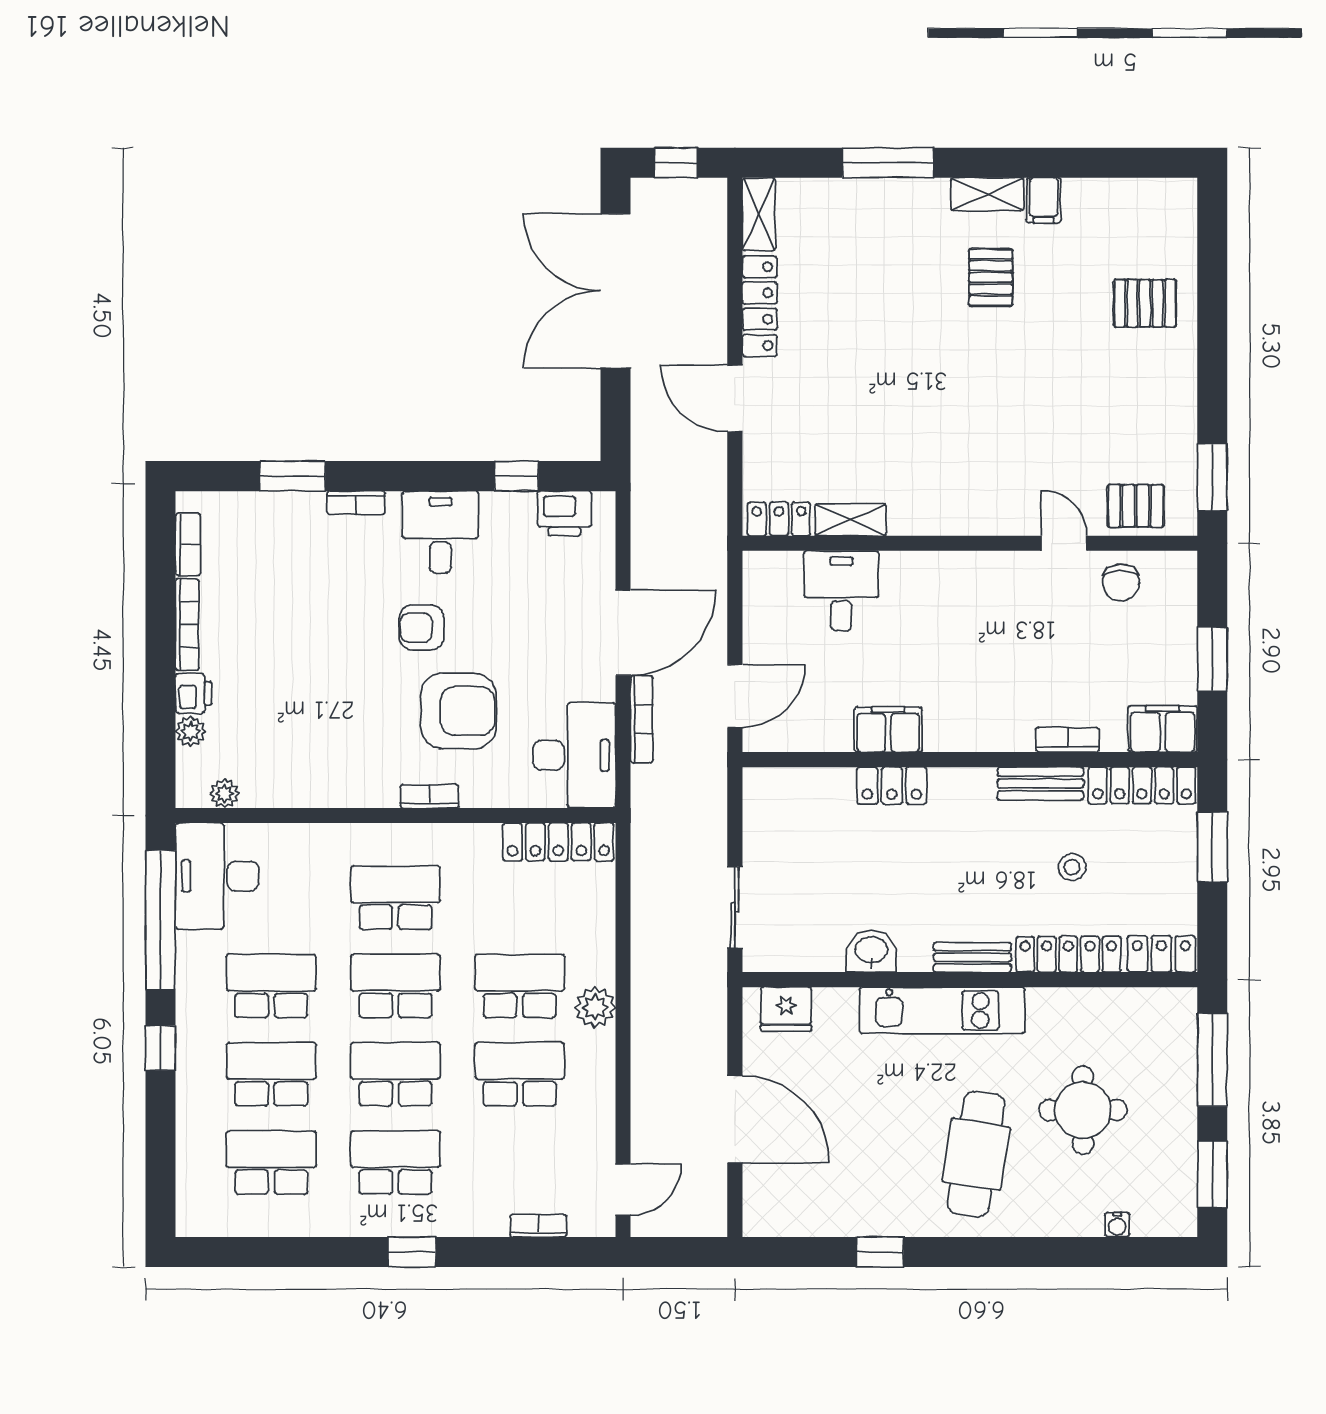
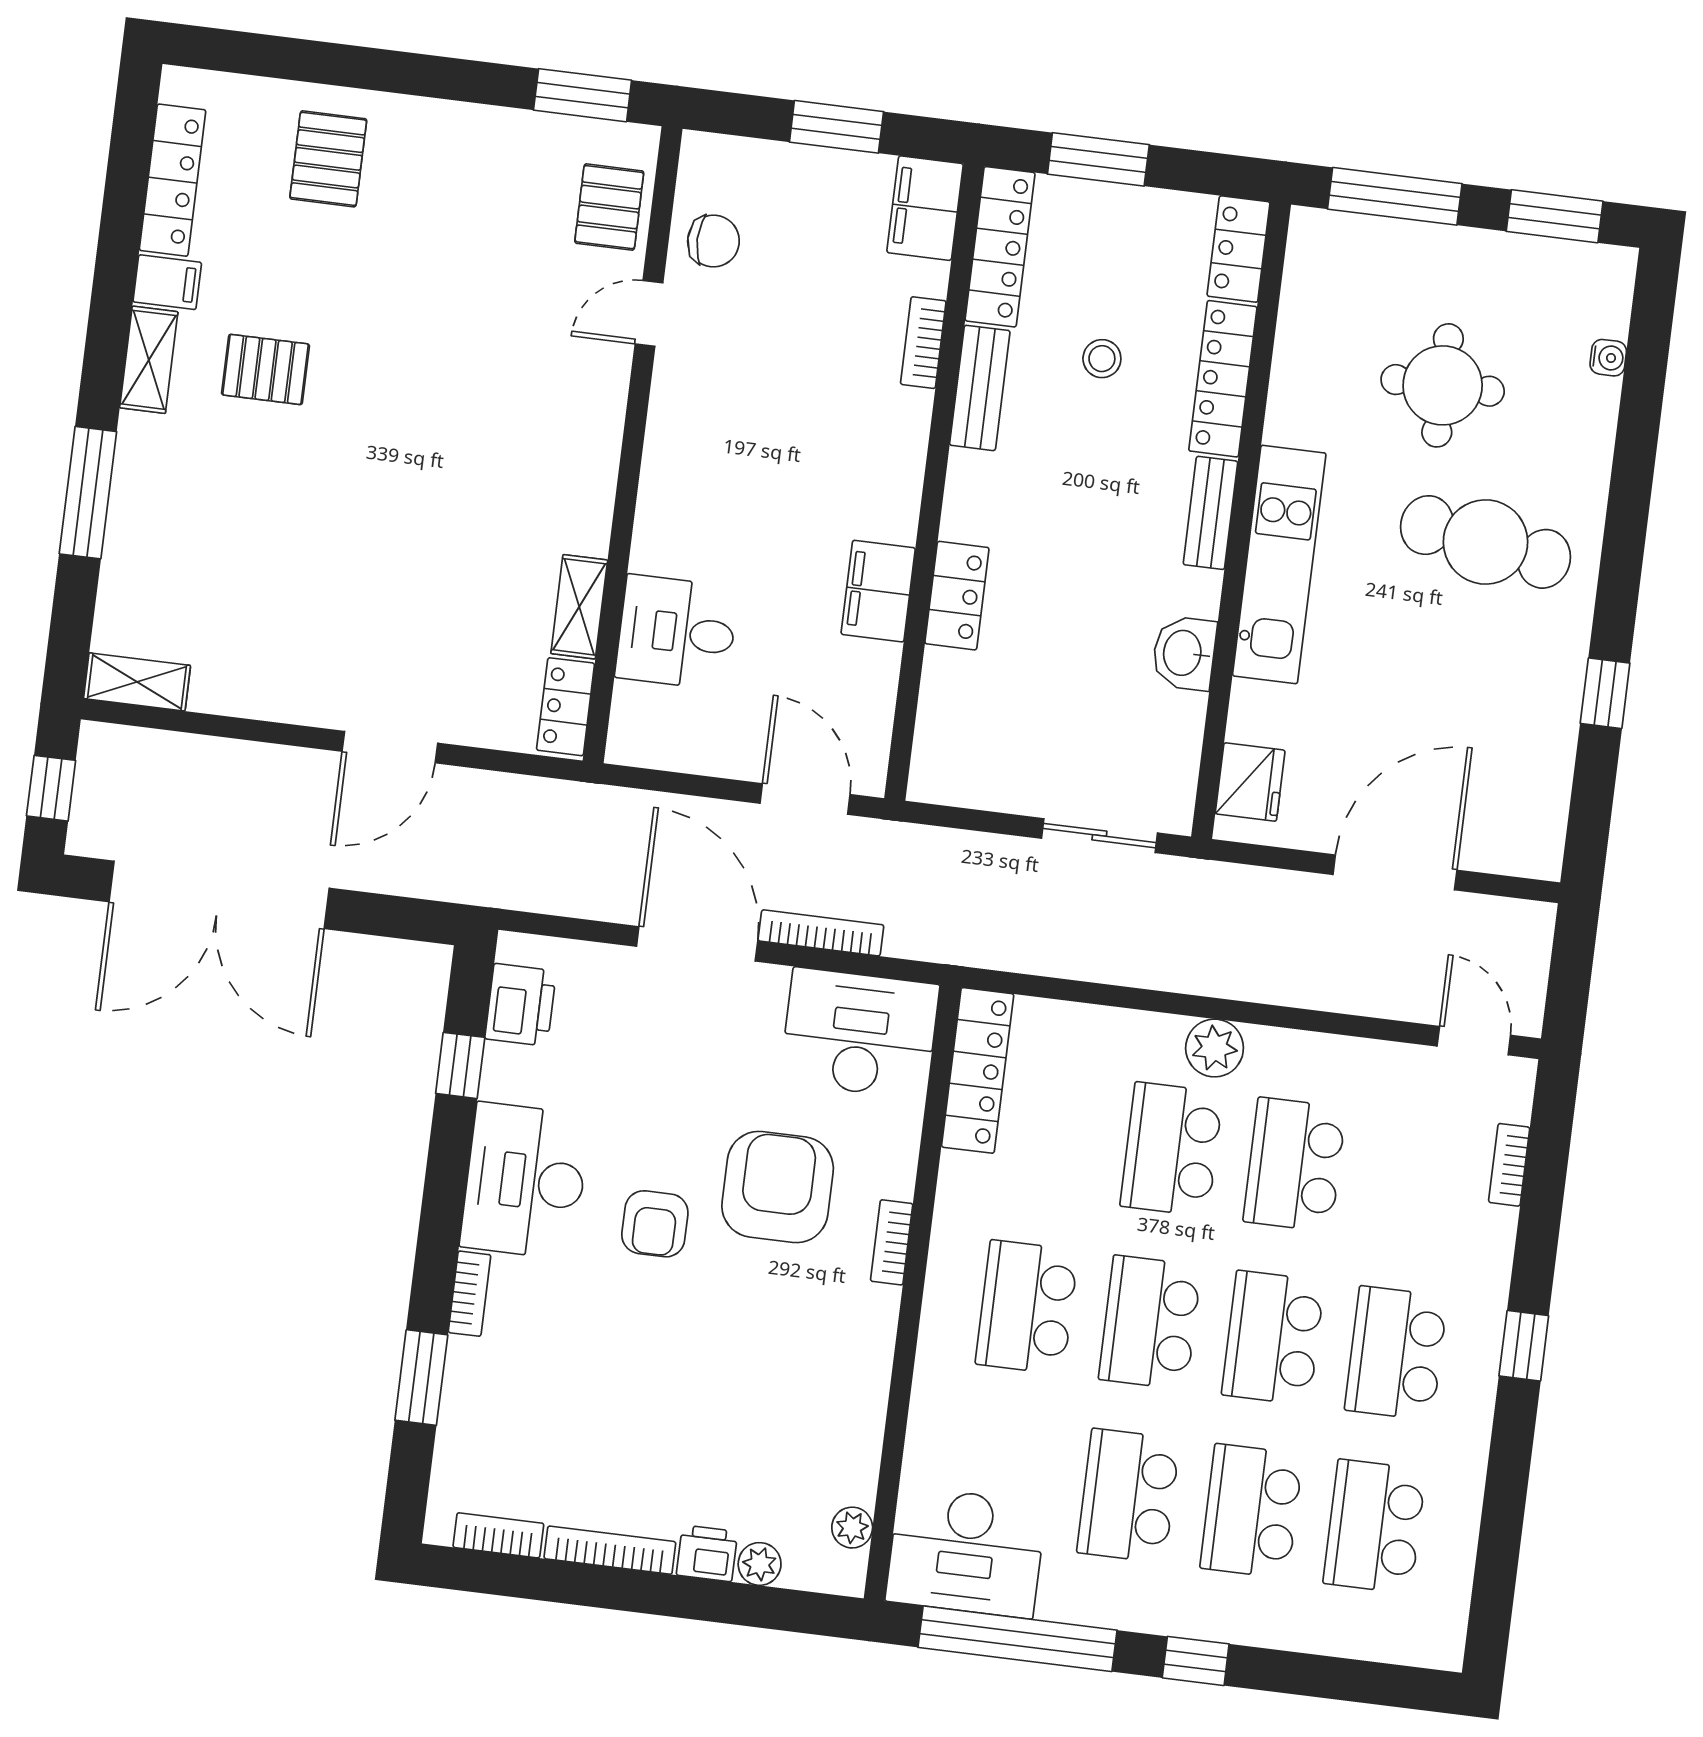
locker: (760, 306) -> (173, 180), moved, turned 90
desk: (441, 532) -> (525, 1181), width x1.37

